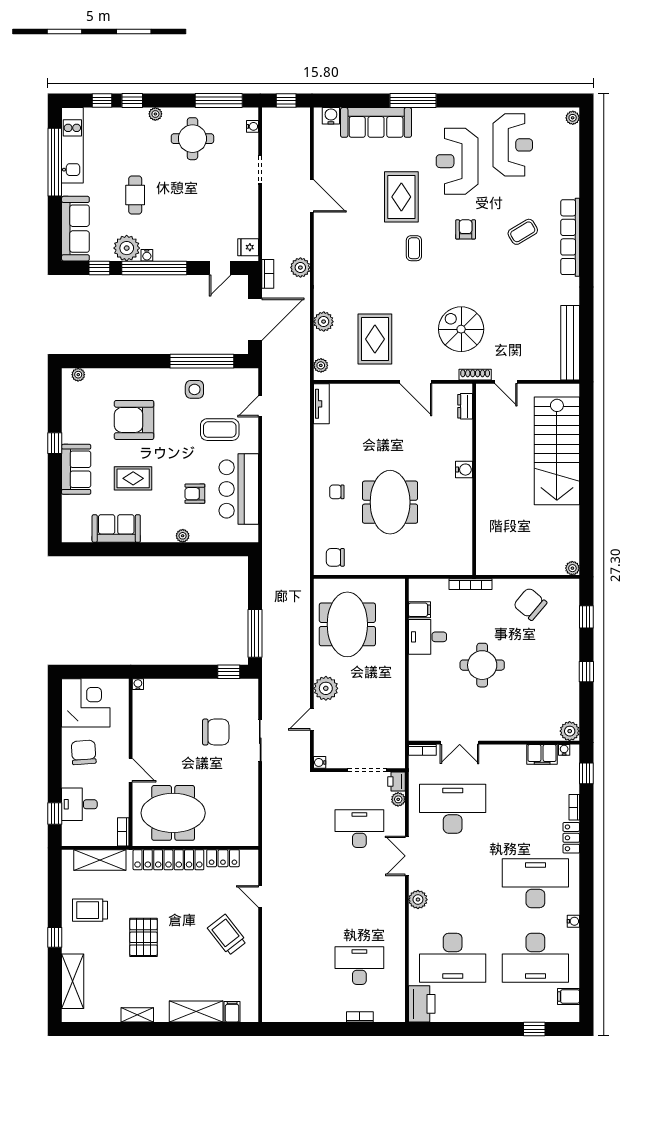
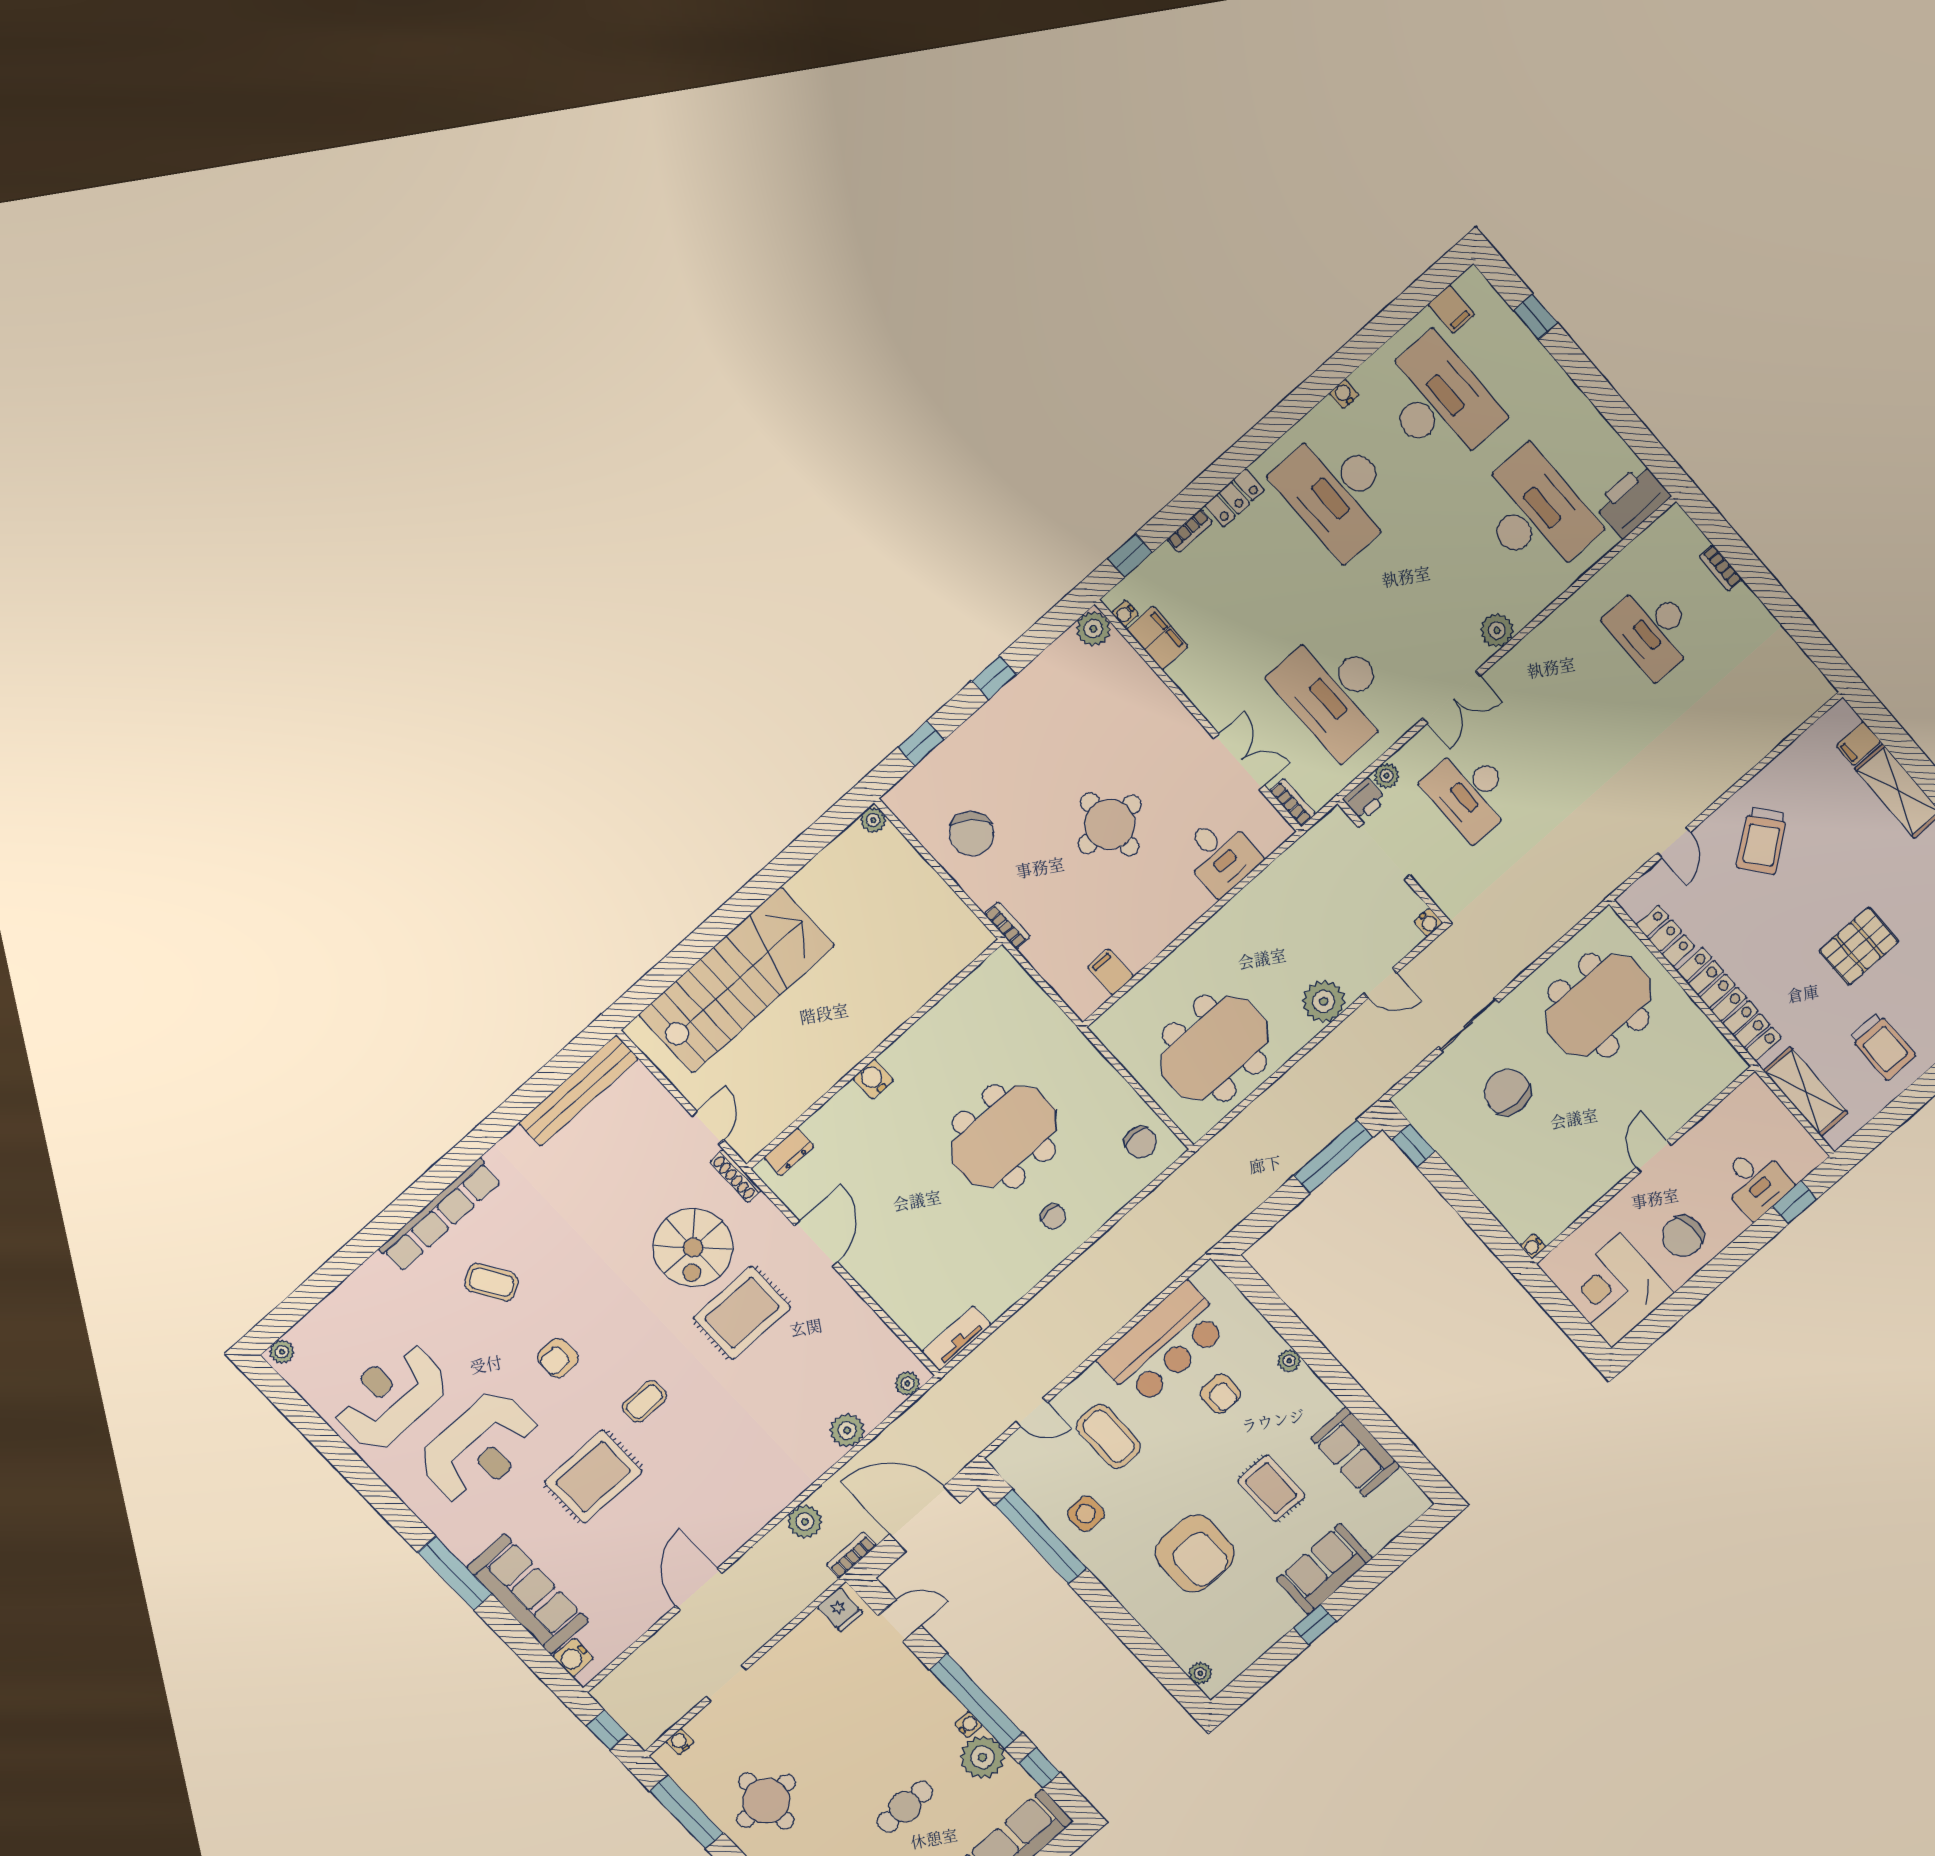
rug: (375, 339) -> (742, 1313), moved
bookcase: (471, 584) -> (1007, 925), width x0.64
desk: (428, 637) -> (1220, 855), moved
meeting table: (173, 813) -> (1599, 1005), moved, turned 90
bookcase: (123, 832) -> (1743, 1094), removed

